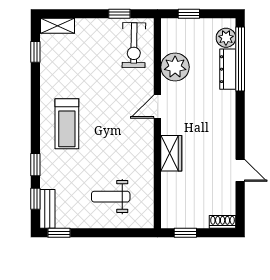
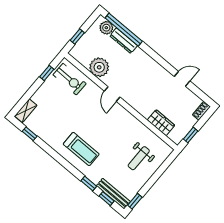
wardrobe: (171, 153) -> (161, 123), moved
bench: (47, 209) -> (113, 194), width x1.36

